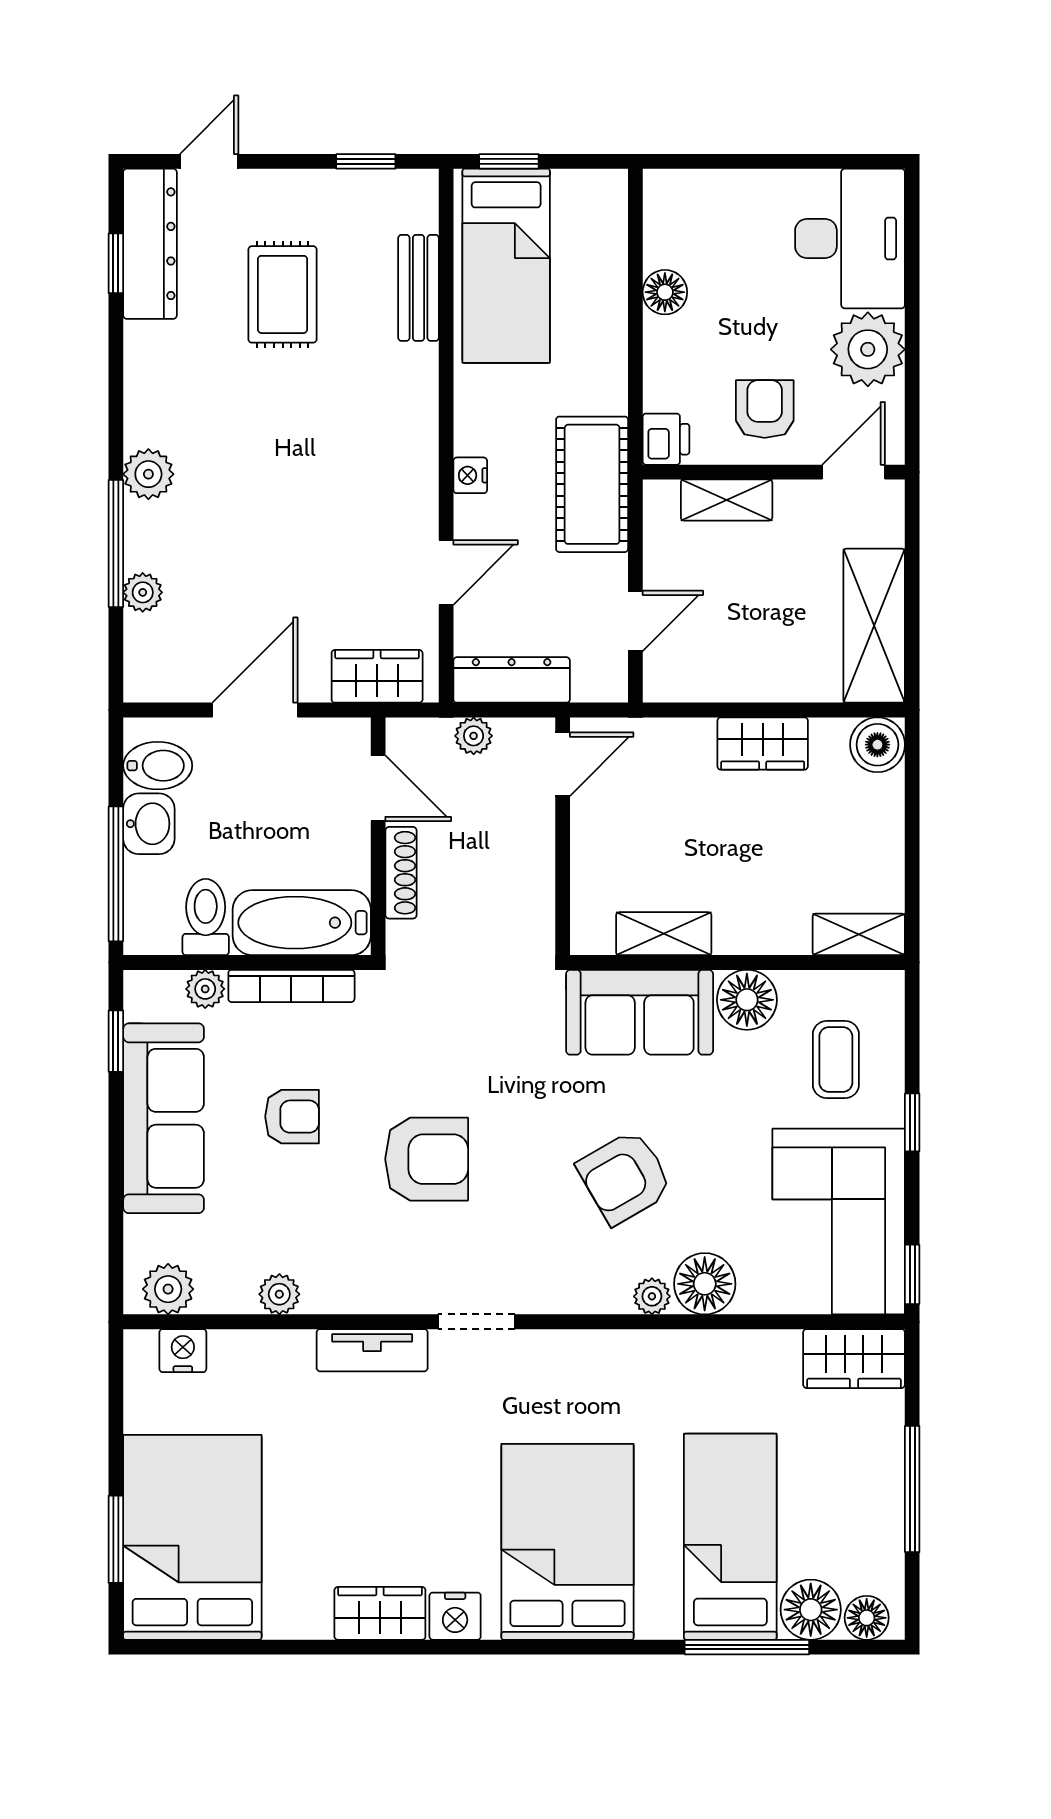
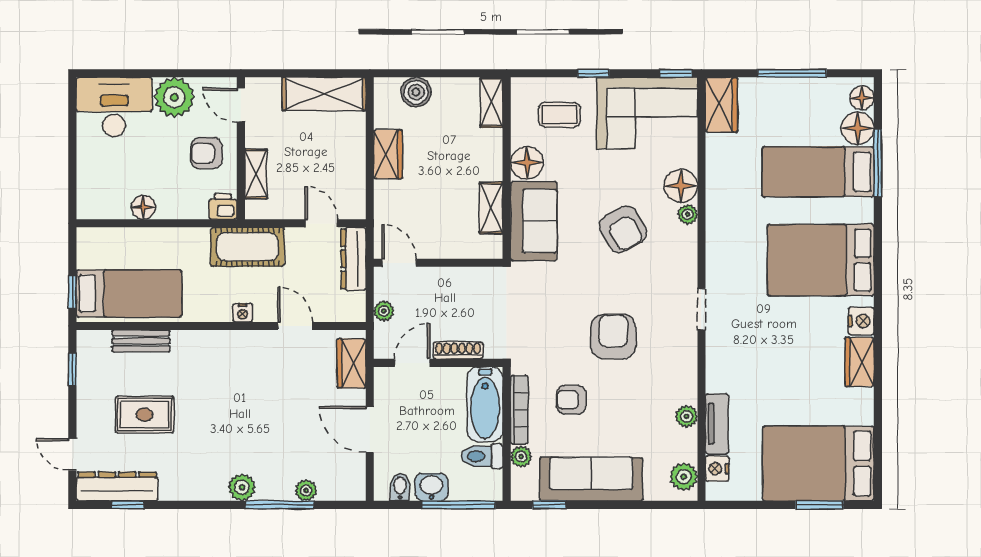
dresser: (512, 680) -> (353, 259), moved
boiler: (877, 745) -> (416, 92), moved
bidet: (158, 766) -> (400, 487), width x0.72, depth x0.74
armchair: (292, 1117) -> (571, 400), moved, turned -90
tv unit: (372, 1350) -> (717, 424), moved

